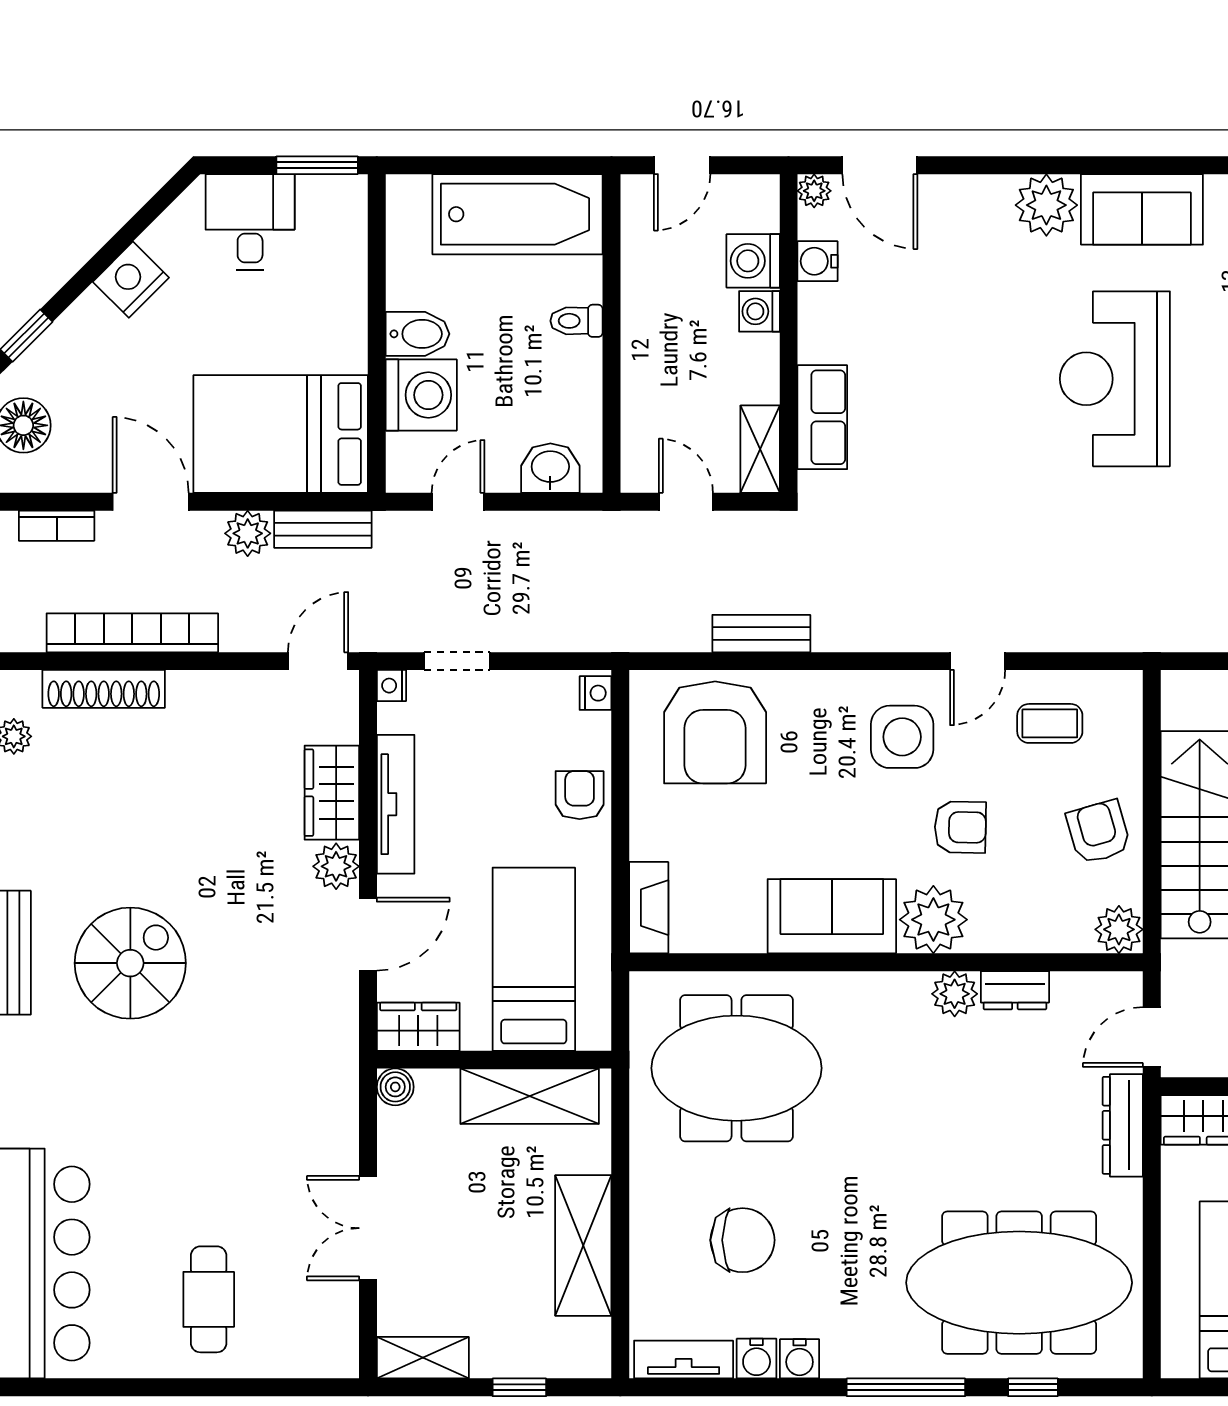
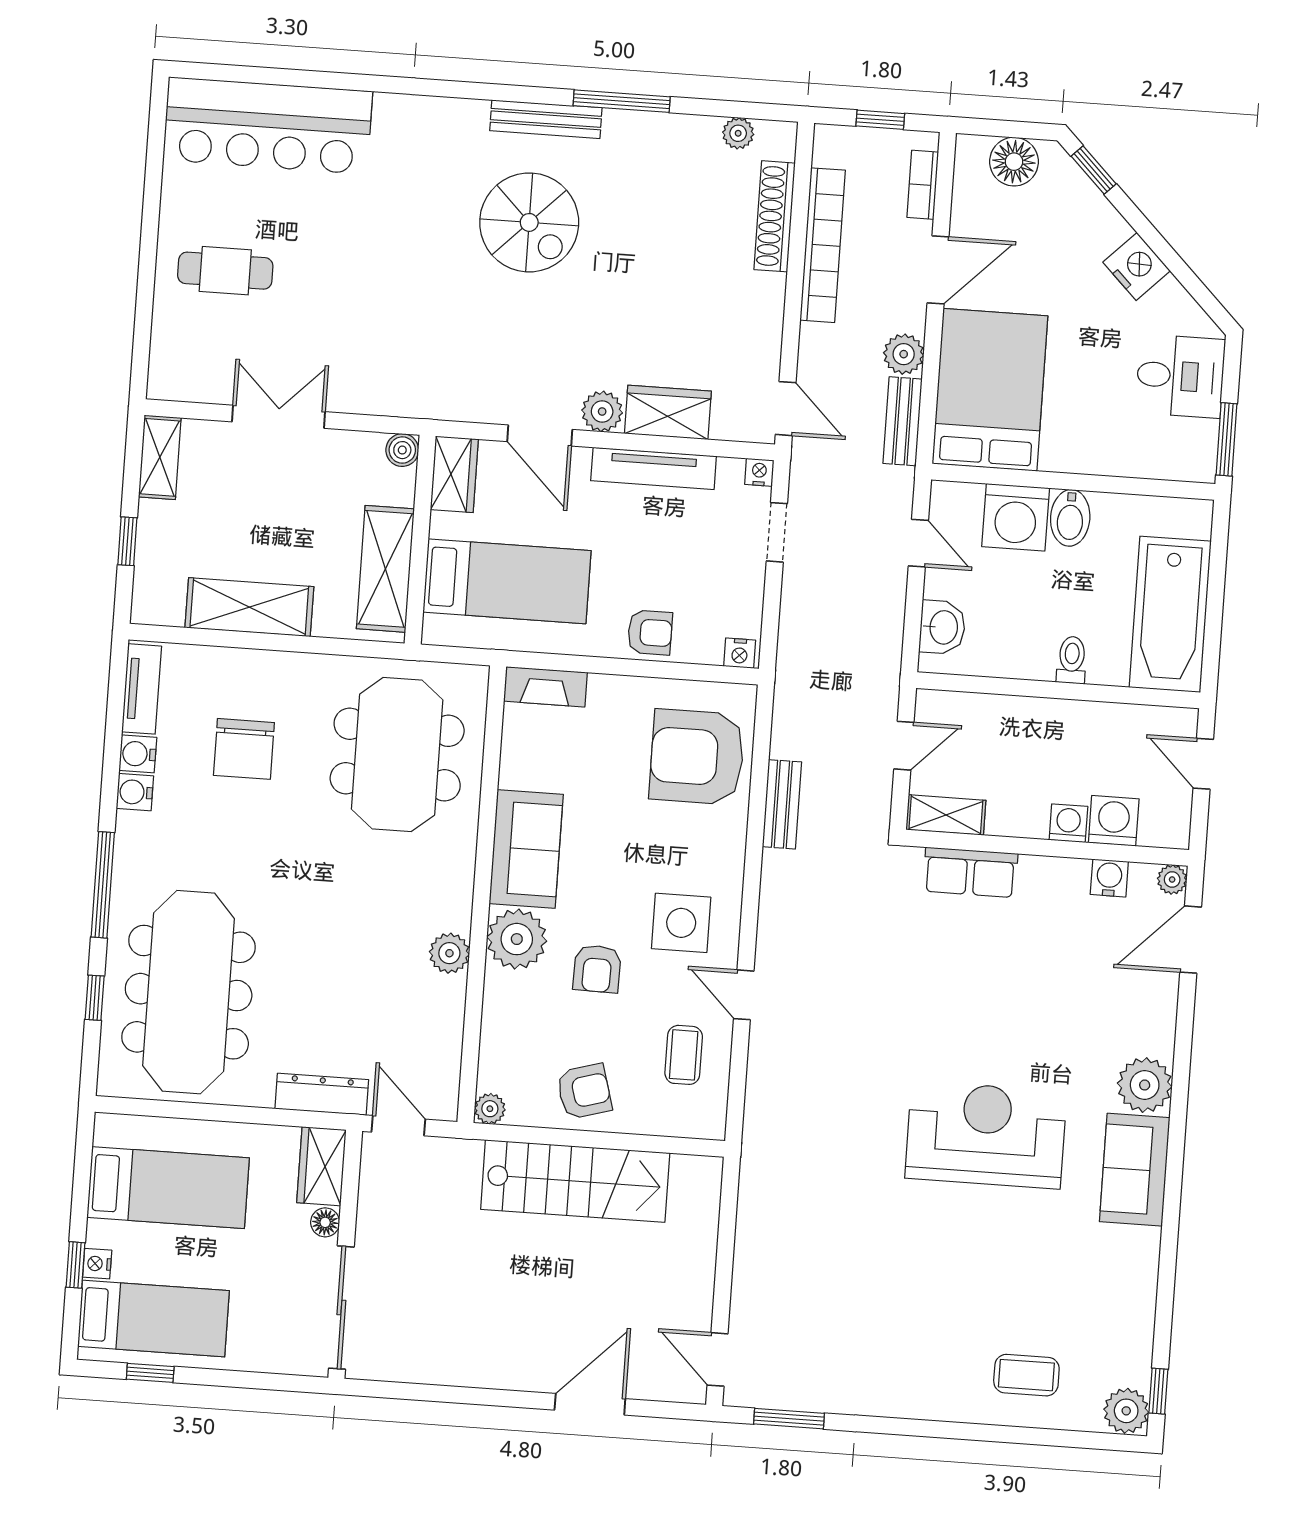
plant: (1119, 929) -> (490, 1109), width x0.73, depth x0.73
dresser: (1015, 990) -> (449, 1007), removed

